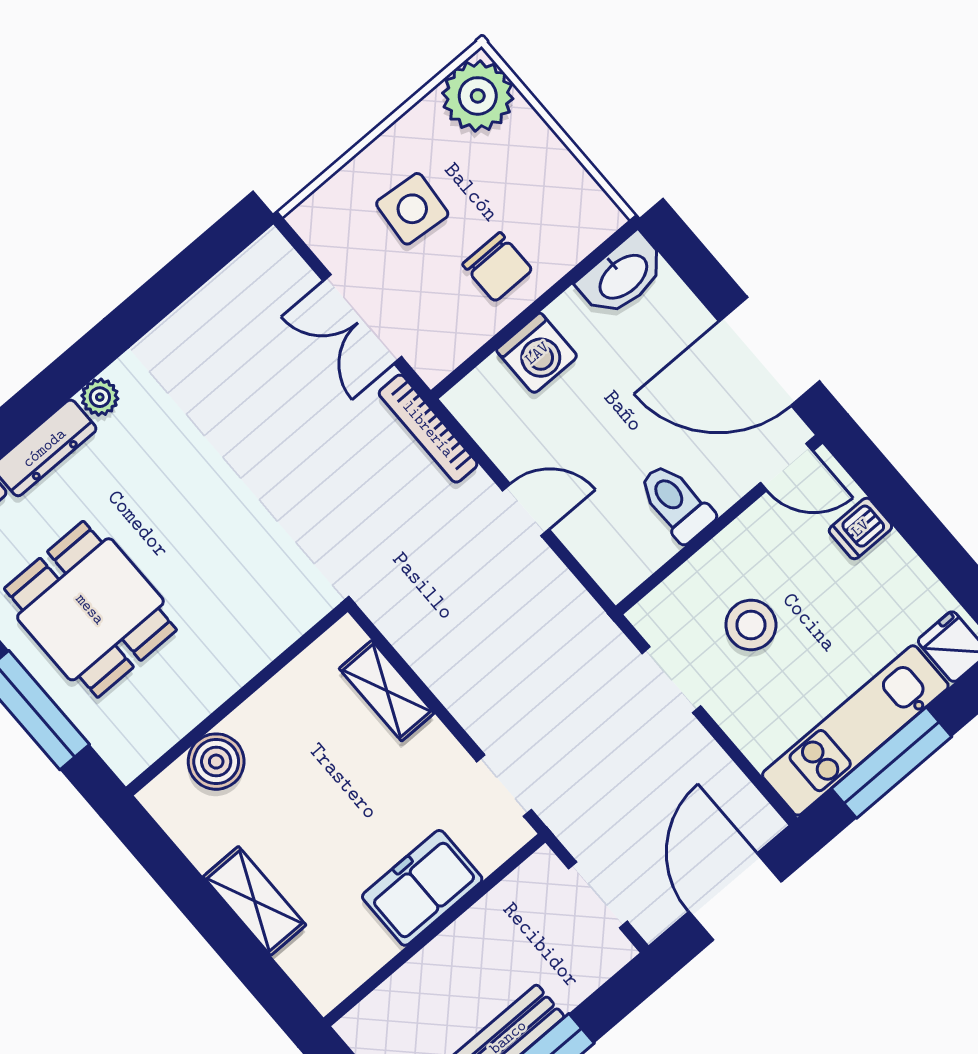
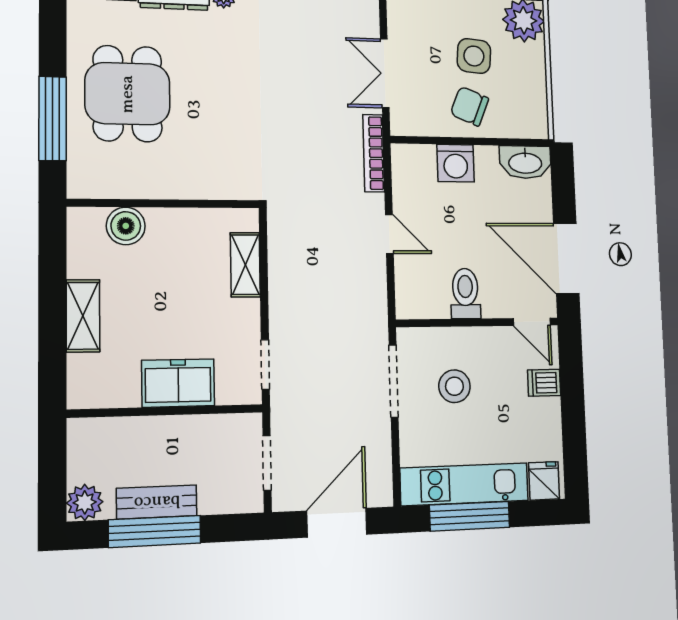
side table: (412, 209) -> (474, 56), moved
chair: (497, 267) -> (469, 106), turned 112
doorway: (671, 680) -> (394, 381), width x1.38

